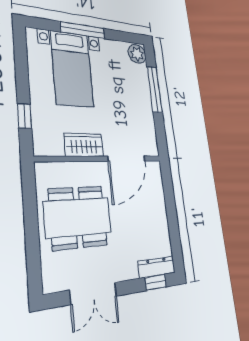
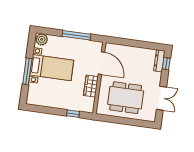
bed with nightstands: (72, 69) -> (52, 68), moved
window: (155, 90) -> (76, 35), moved
dining table: (78, 217) -> (126, 98), turned 90

